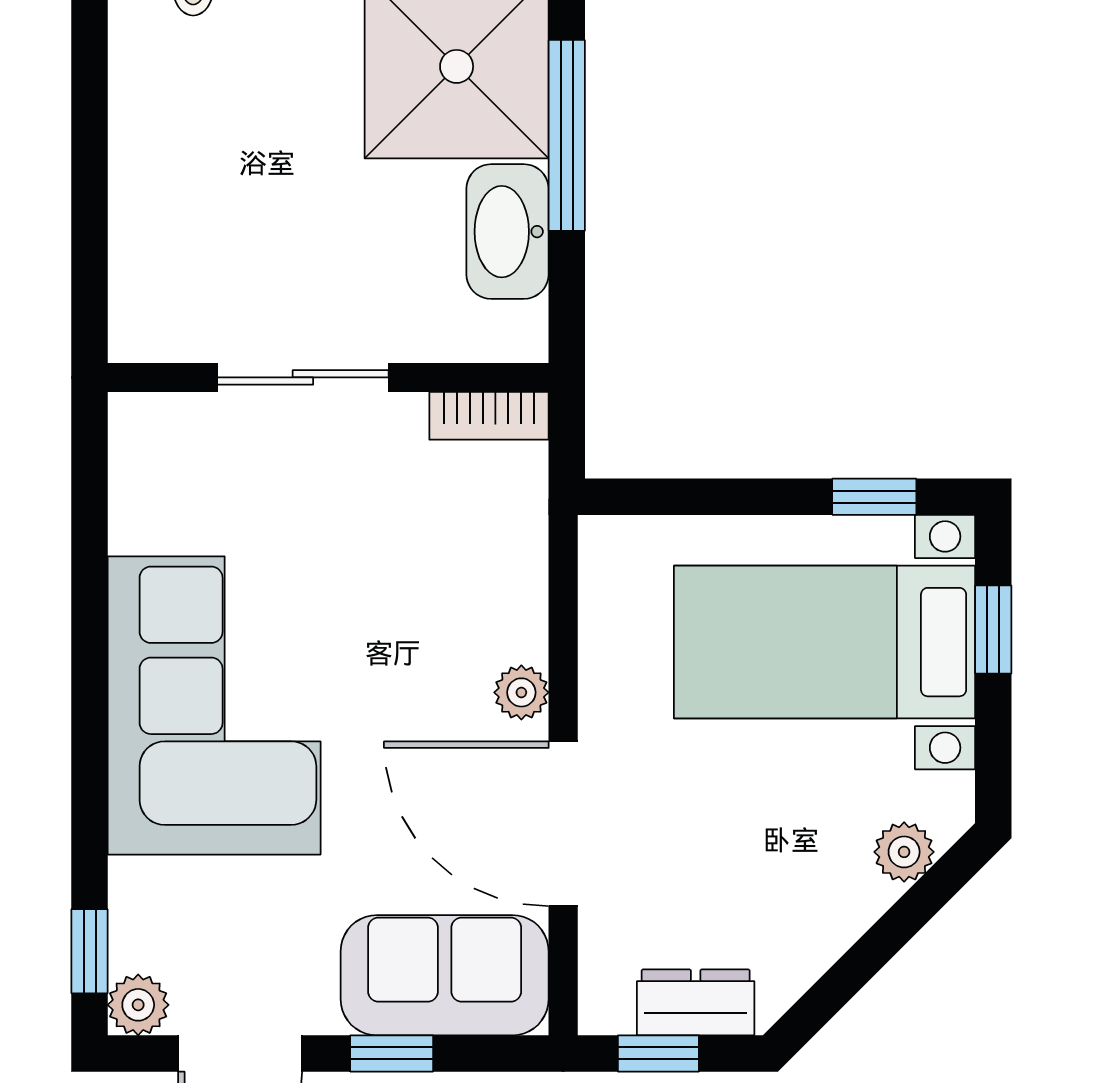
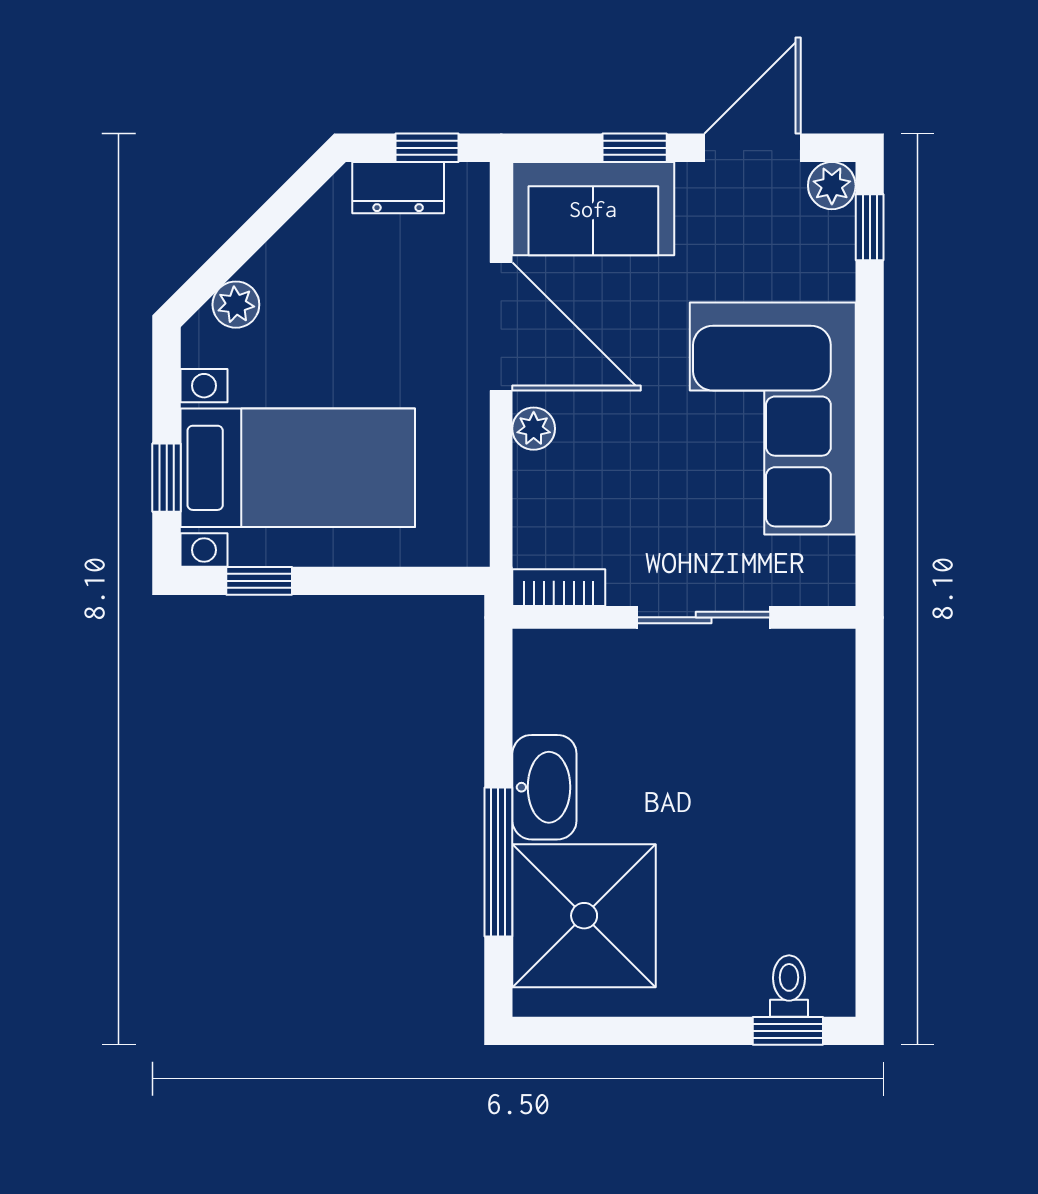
sliding door: (303, 377) -> (704, 617), moved
wall: (328, 377) -> (684, 617), moved
bookcase: (489, 416) -> (559, 588), moved

